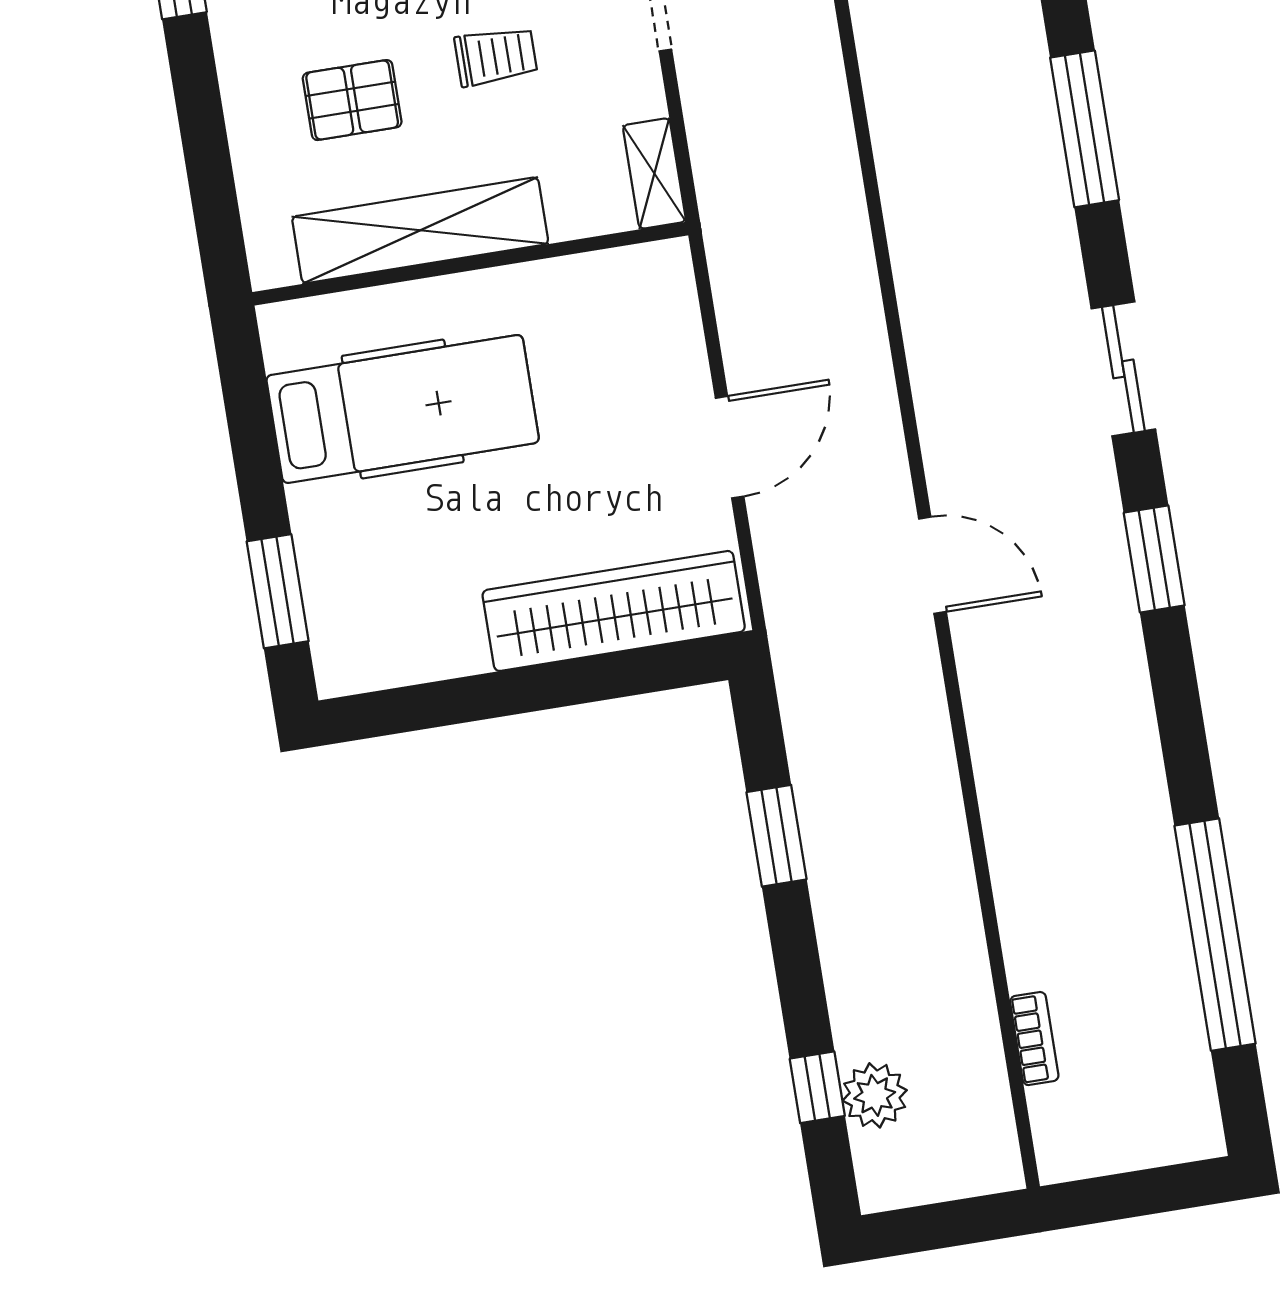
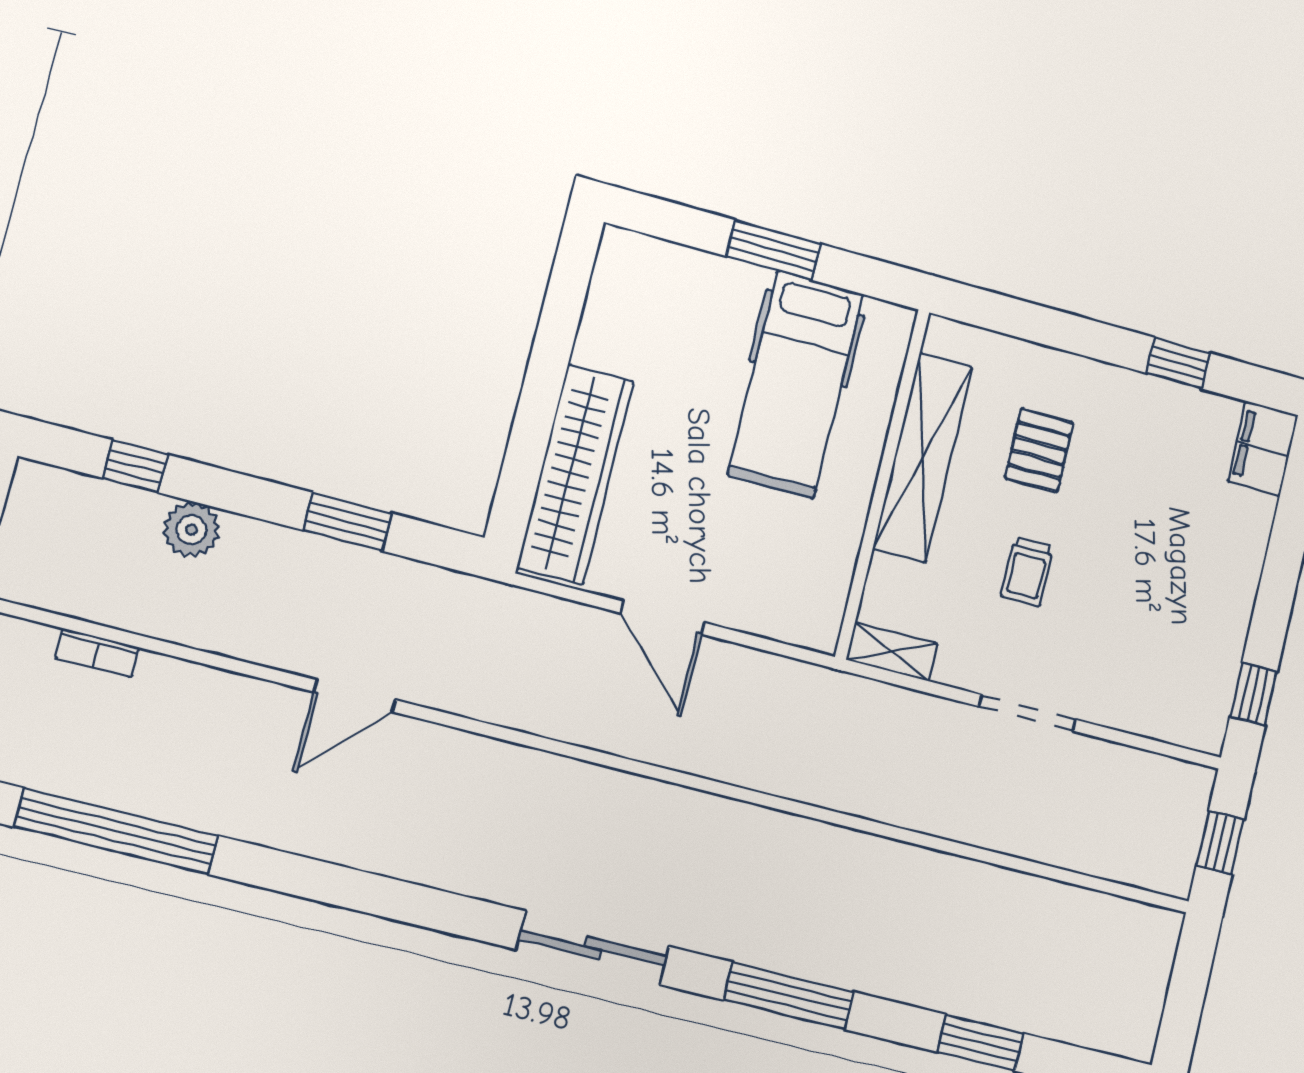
sliding door: (1123, 369) -> (593, 948), width x1.37
window: (1154, 559) -> (435, 909), removed
door: (932, 565) -> (355, 696), moved
window: (278, 591) -> (773, 250), moved
plant: (875, 1095) -> (191, 530), moved

